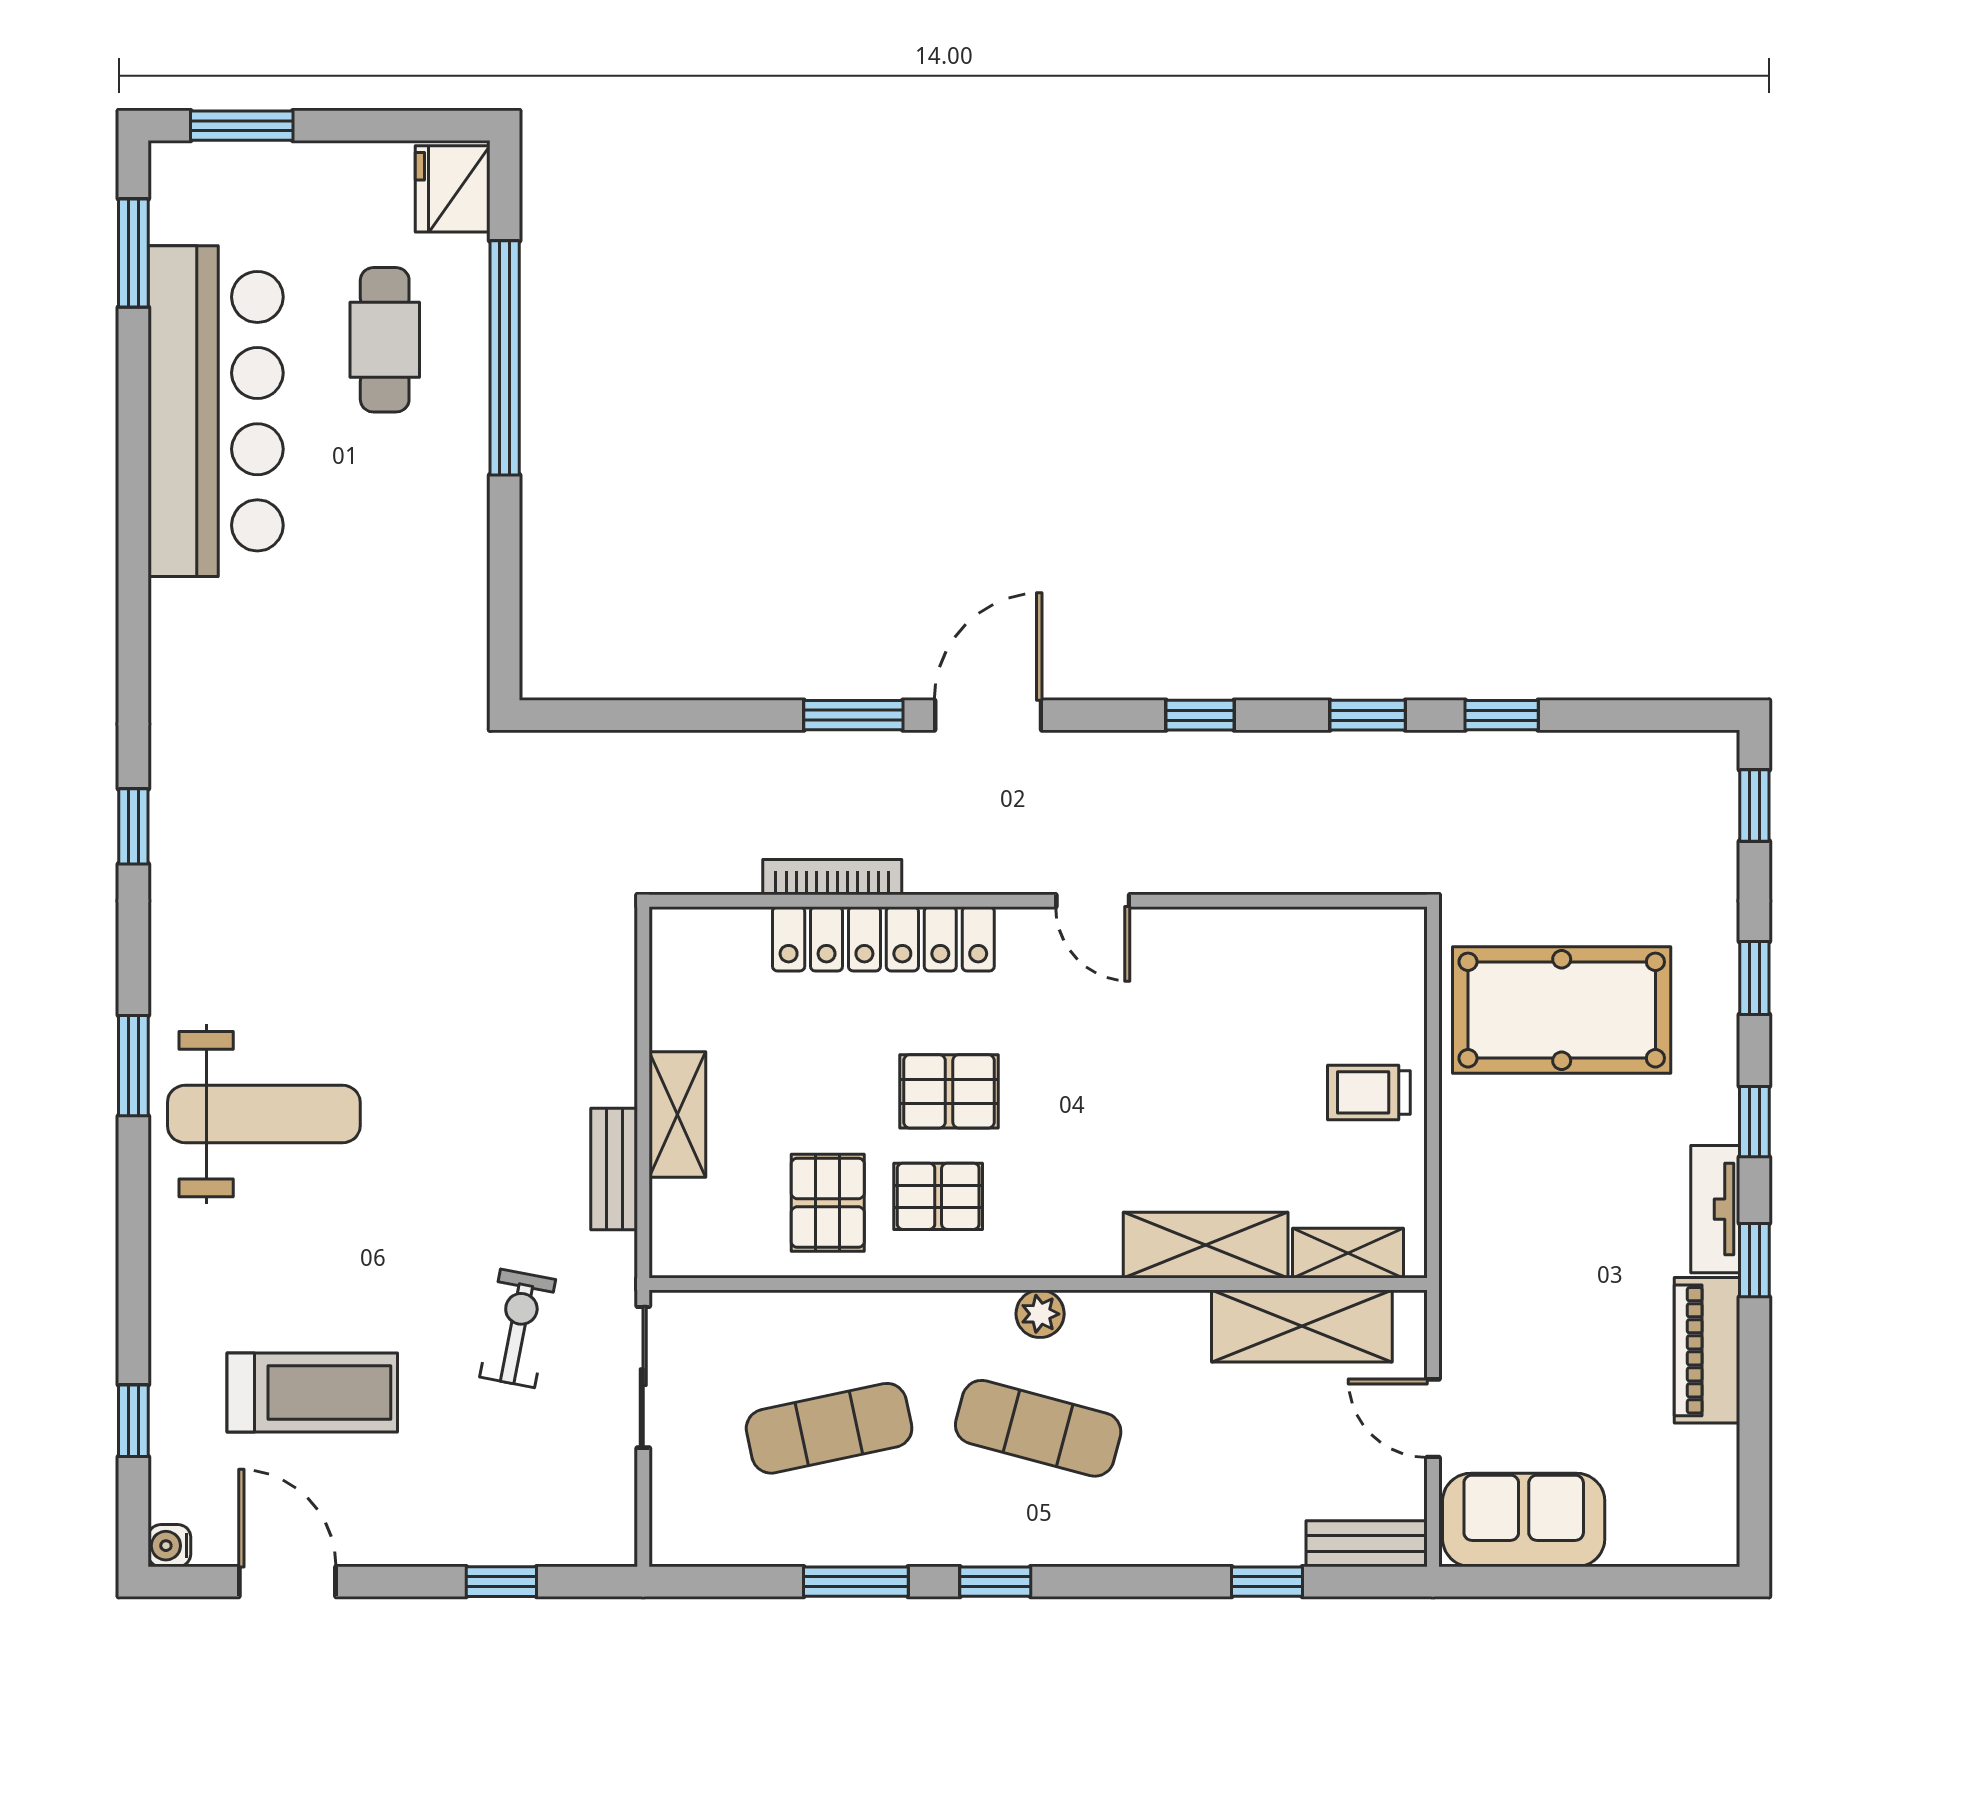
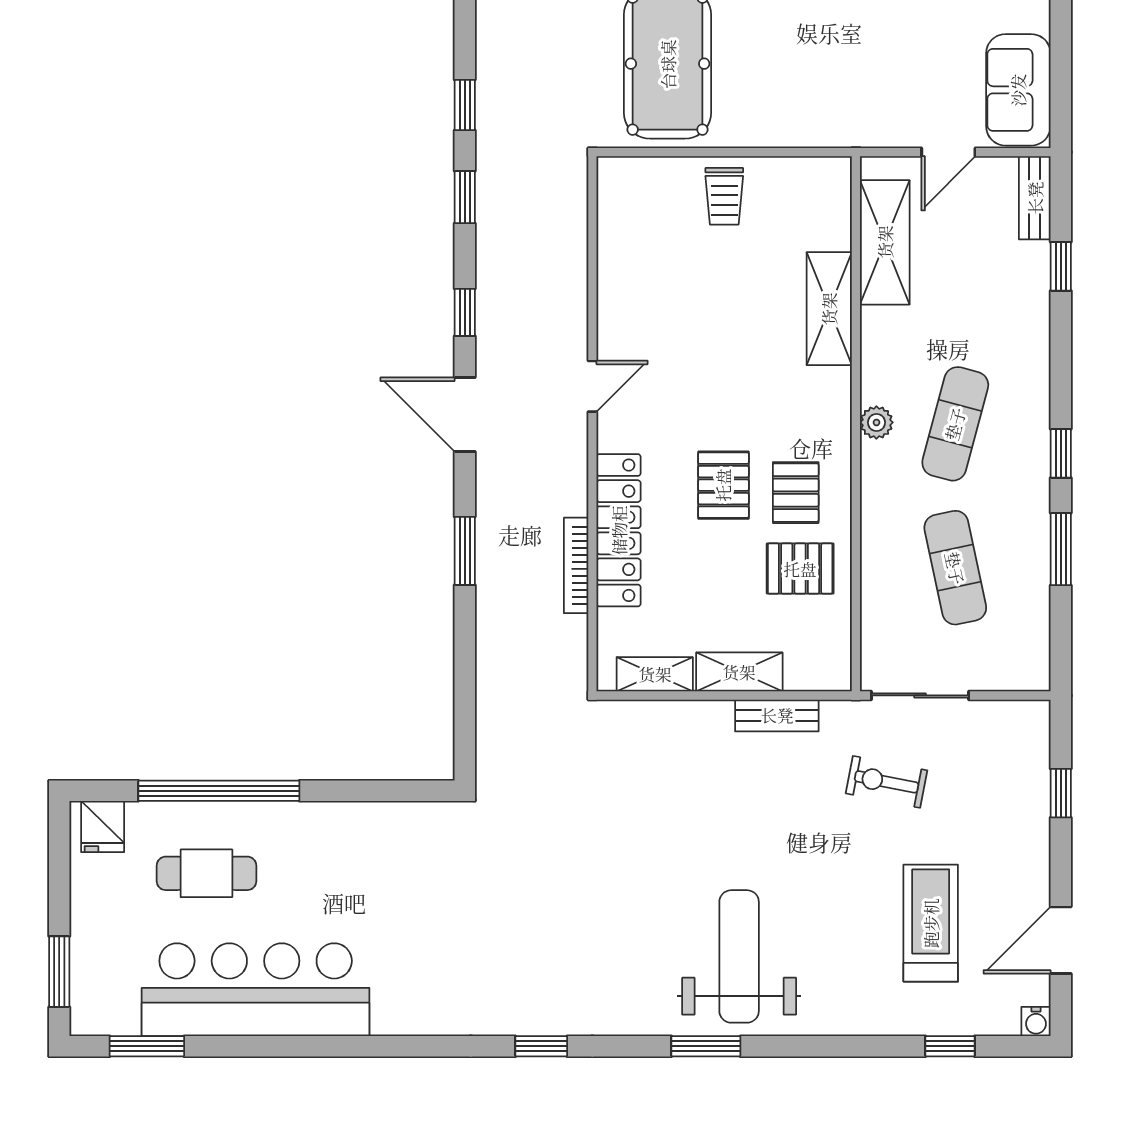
fridge: (453, 189) -> (103, 827), width x0.72
door: (988, 715) -> (465, 415), moved
shelving: (1348, 1253) -> (655, 674), moved, turned 90

